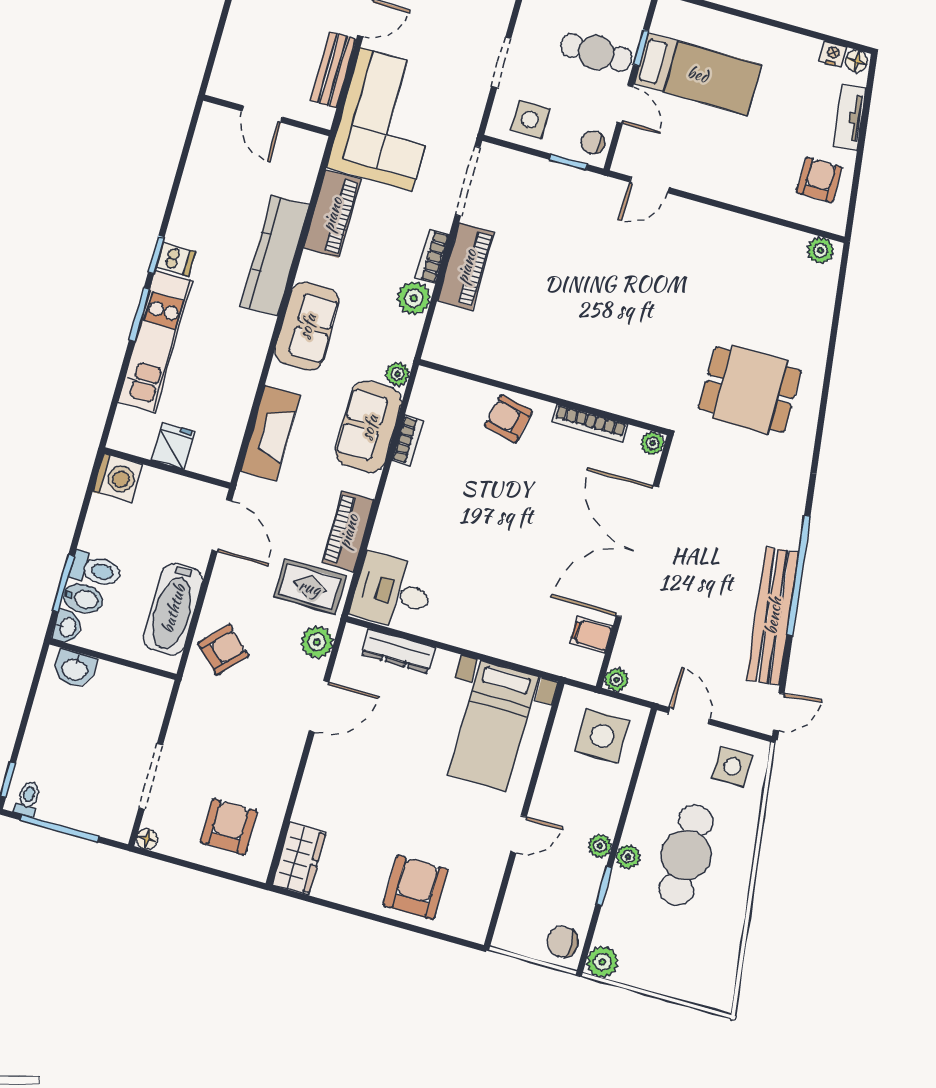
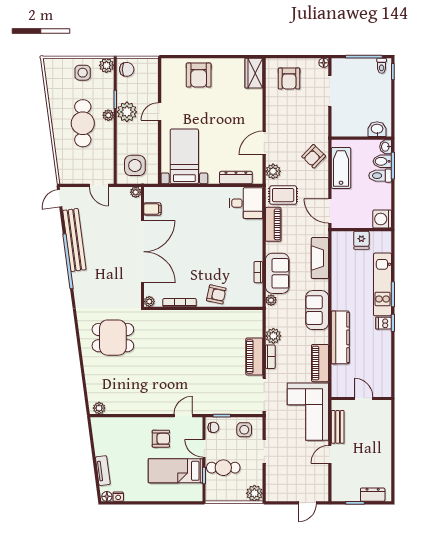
armchair: (819, 180) -> (161, 439), moved, turned -90
side table: (732, 767) -> (83, 73), moved
plant: (600, 846) -> (127, 112), width x1.87, depth x1.87

